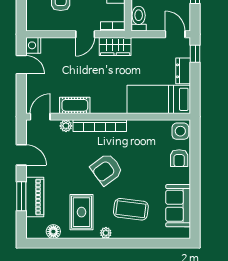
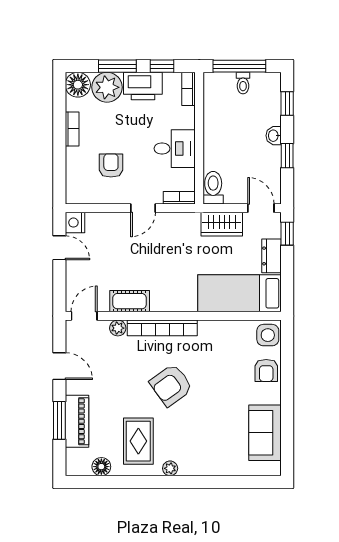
wardrobe: (115, 46) -> (222, 224), moved
coffee table: (131, 209) -> (203, 437), removed

